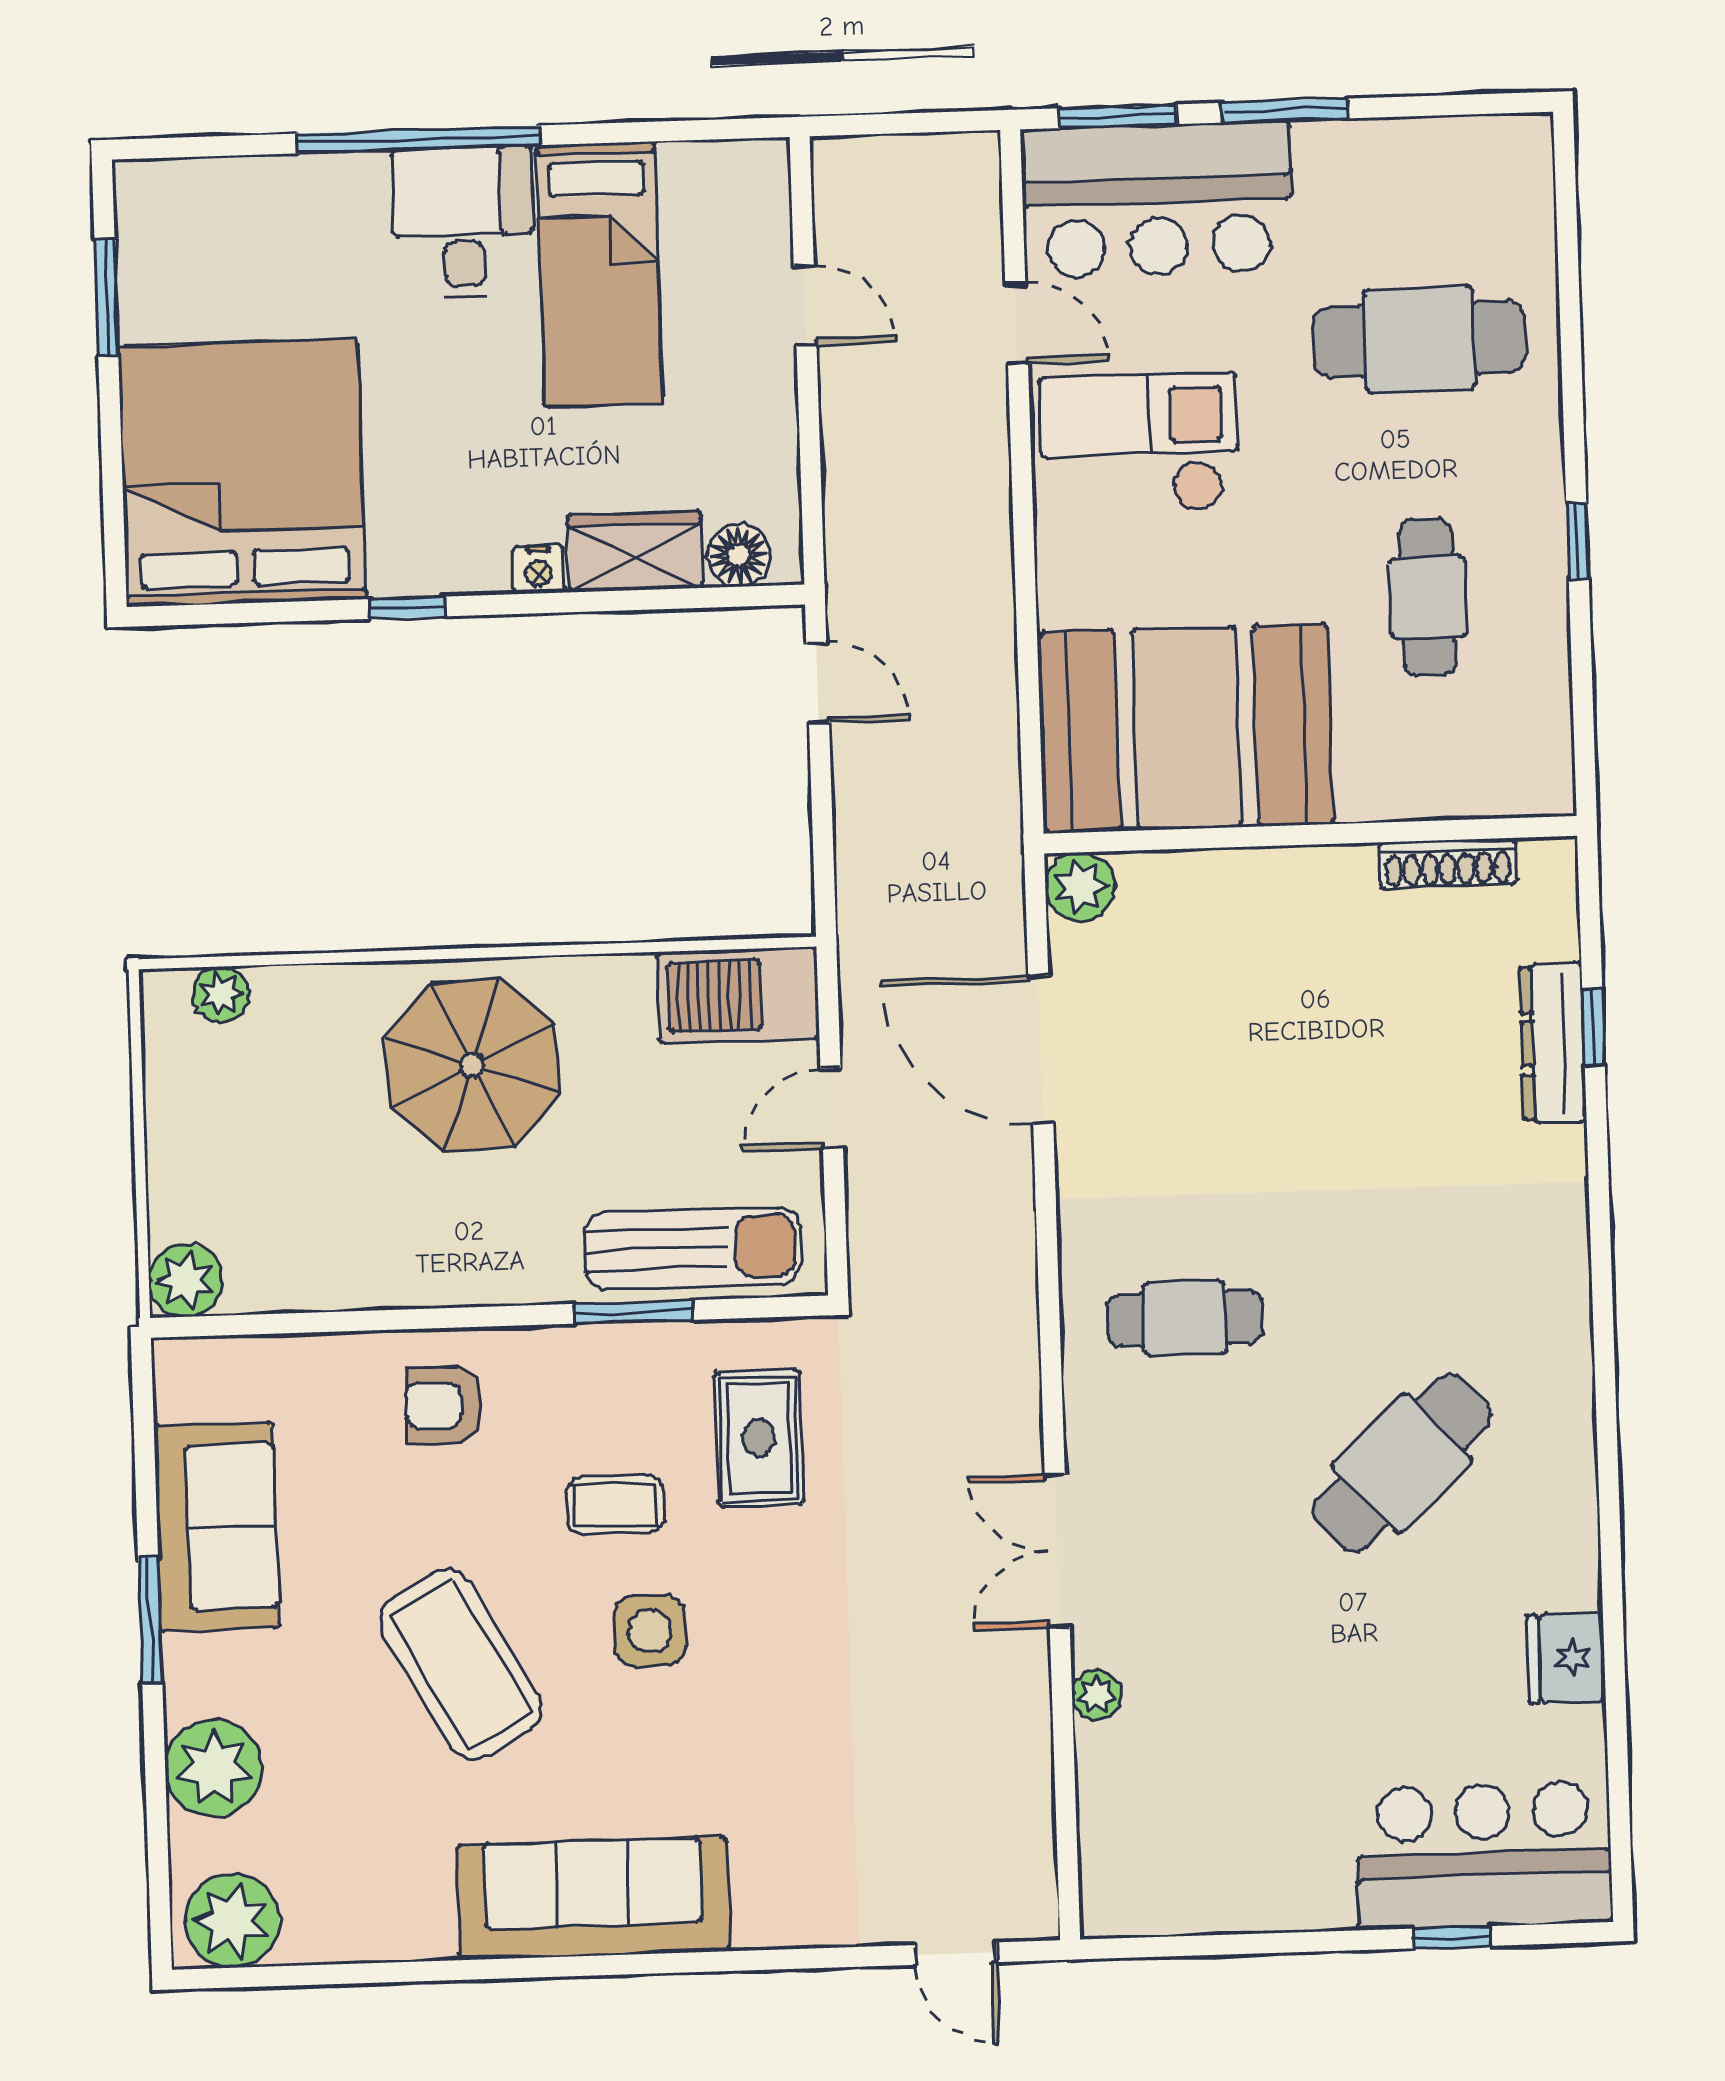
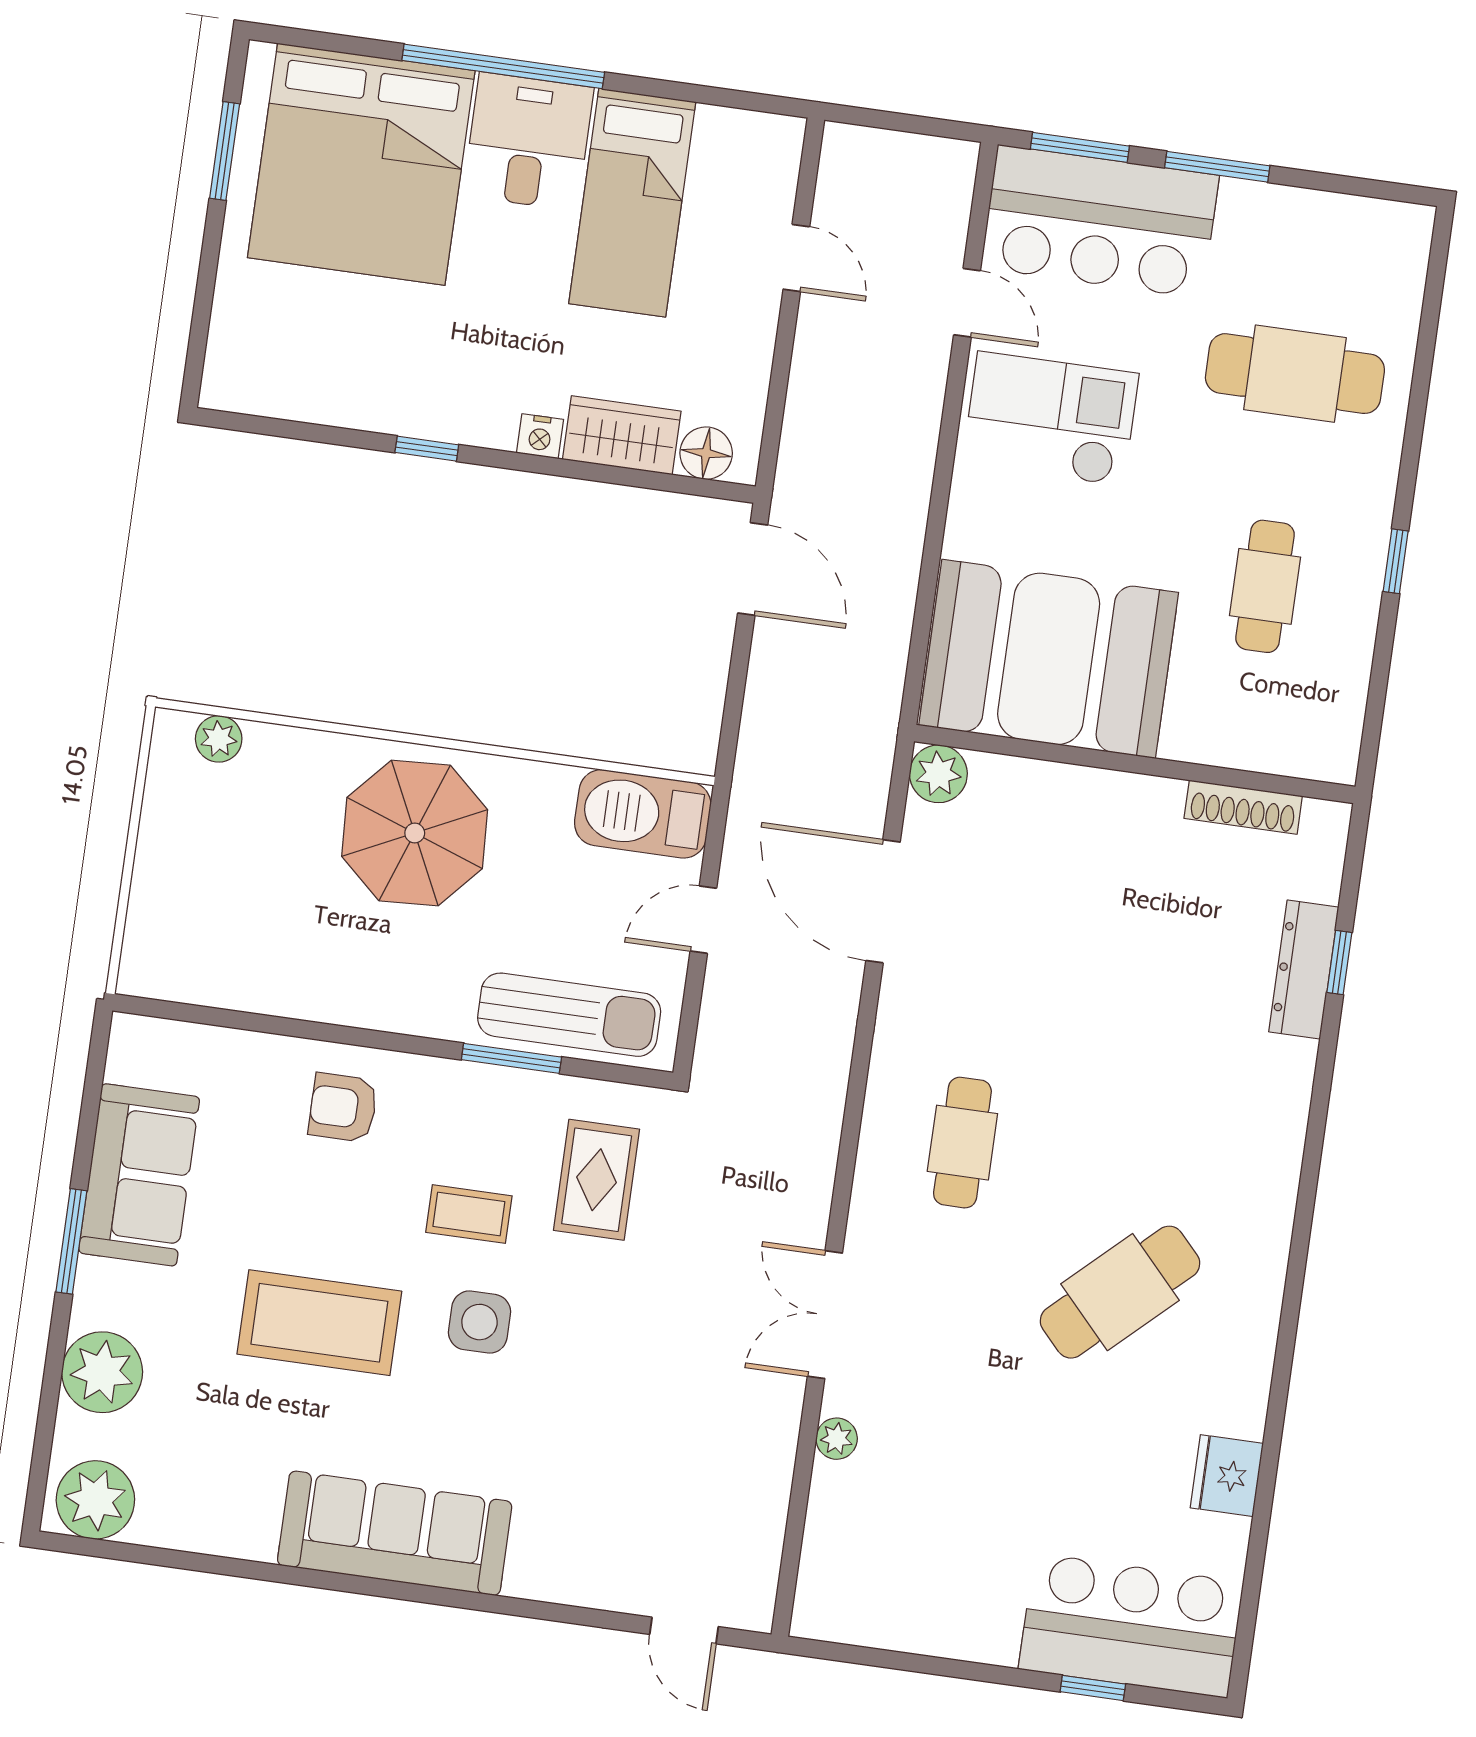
bed: (242, 473) -> (361, 164), moved, turned 180
door: (818, 683) -> (753, 569), width x1.38
plant: (185, 1280) -> (149, 968), removed
cafe table: (1185, 1318) -> (962, 1143), turned 90
coffee table: (461, 1665) -> (319, 1323), turned -61

